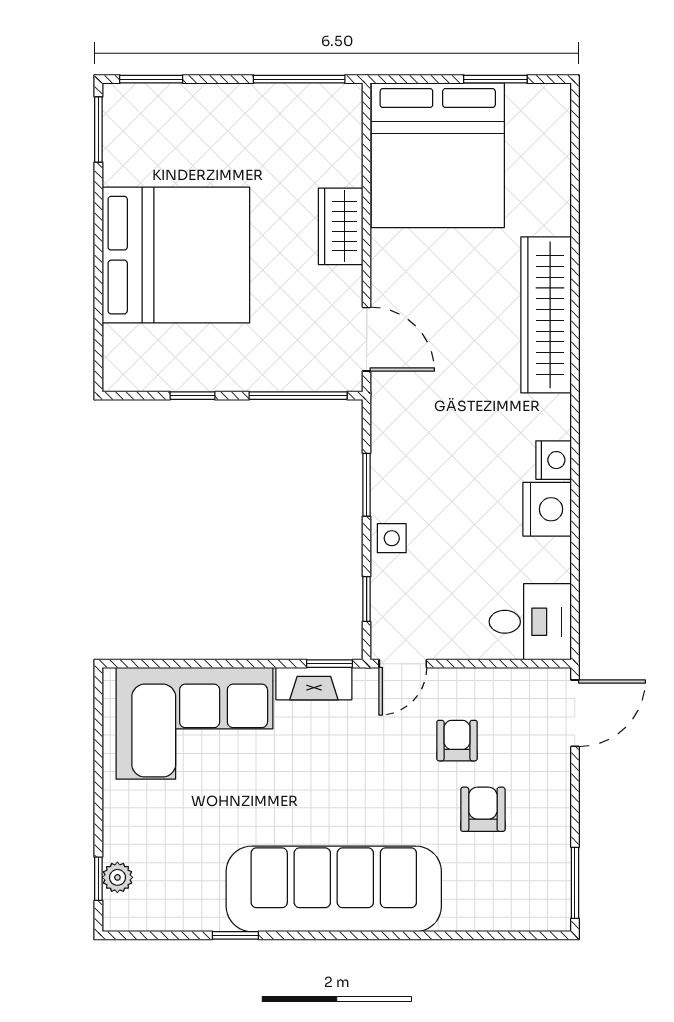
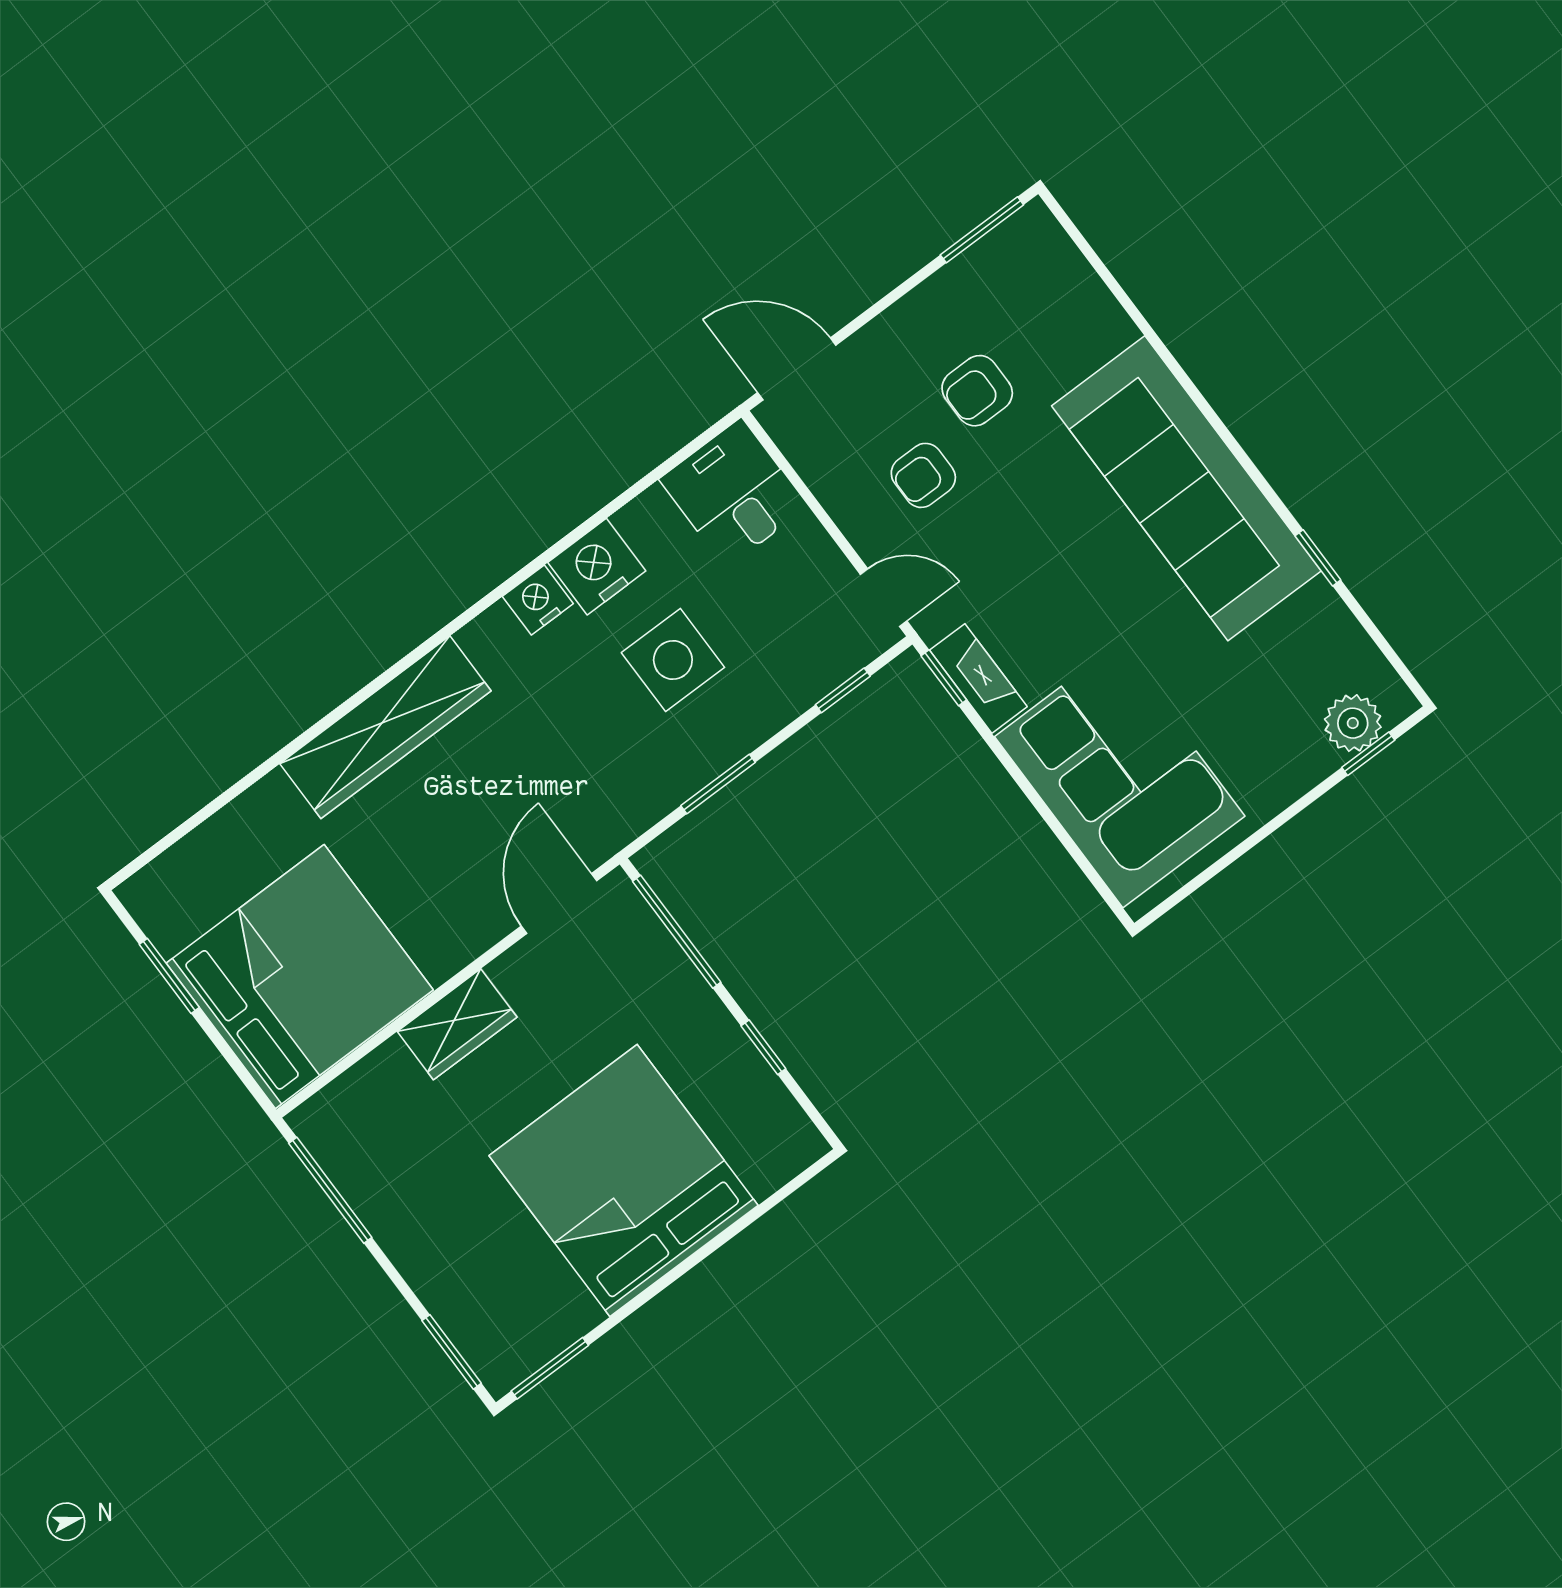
side table: (392, 538) -> (673, 660), moved, width x1.87, depth x1.87
plant: (117, 877) -> (1353, 723), width x1.38, depth x1.38

